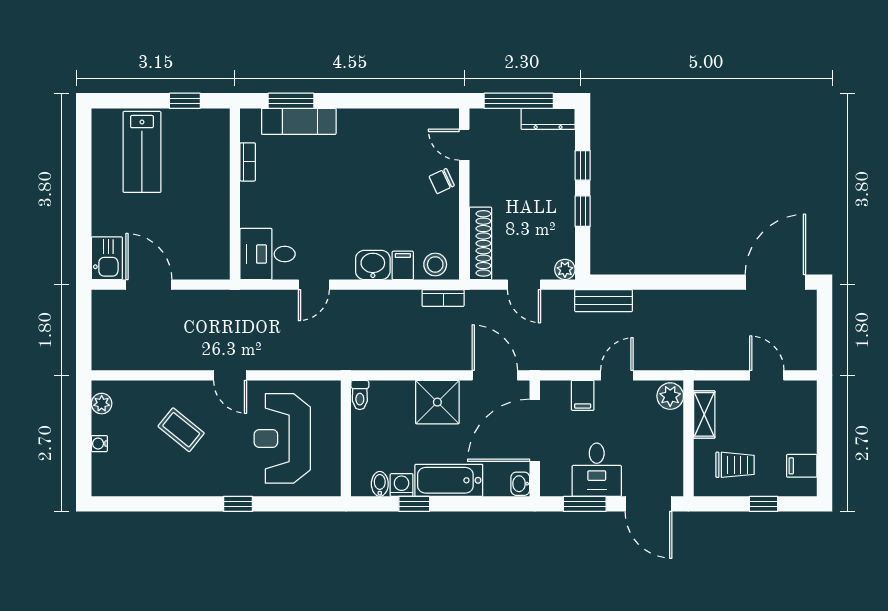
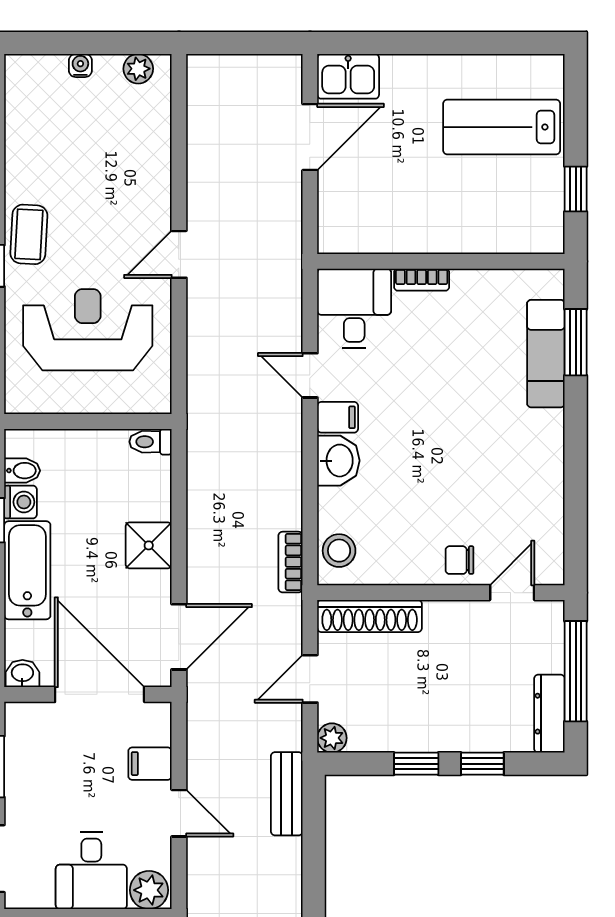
bookcase: (248, 162) -> (422, 280), moved
chair: (442, 181) -> (459, 560), turned -65
filing cabinet: (403, 265) -> (338, 417), moved
shower: (437, 402) -> (149, 545), width x0.73, depth x0.73
coffee table: (181, 430) -> (29, 234), moved, turned -36
desk: (597, 470) -> (91, 871), moved, turned -90

